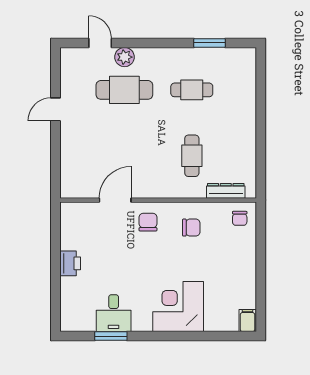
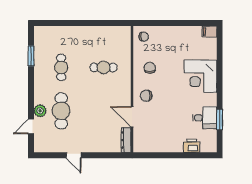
dresser: (226, 191) -> (126, 140), moved
printer: (70, 263) -> (192, 146), moved

